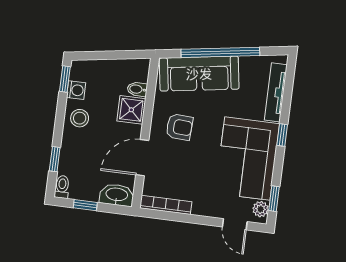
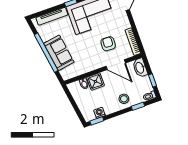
sofa: (199, 74) -> (59, 53), width x0.73
stool: (80, 118) -> (124, 99), moved
armchair: (179, 127) -> (108, 44), moved

